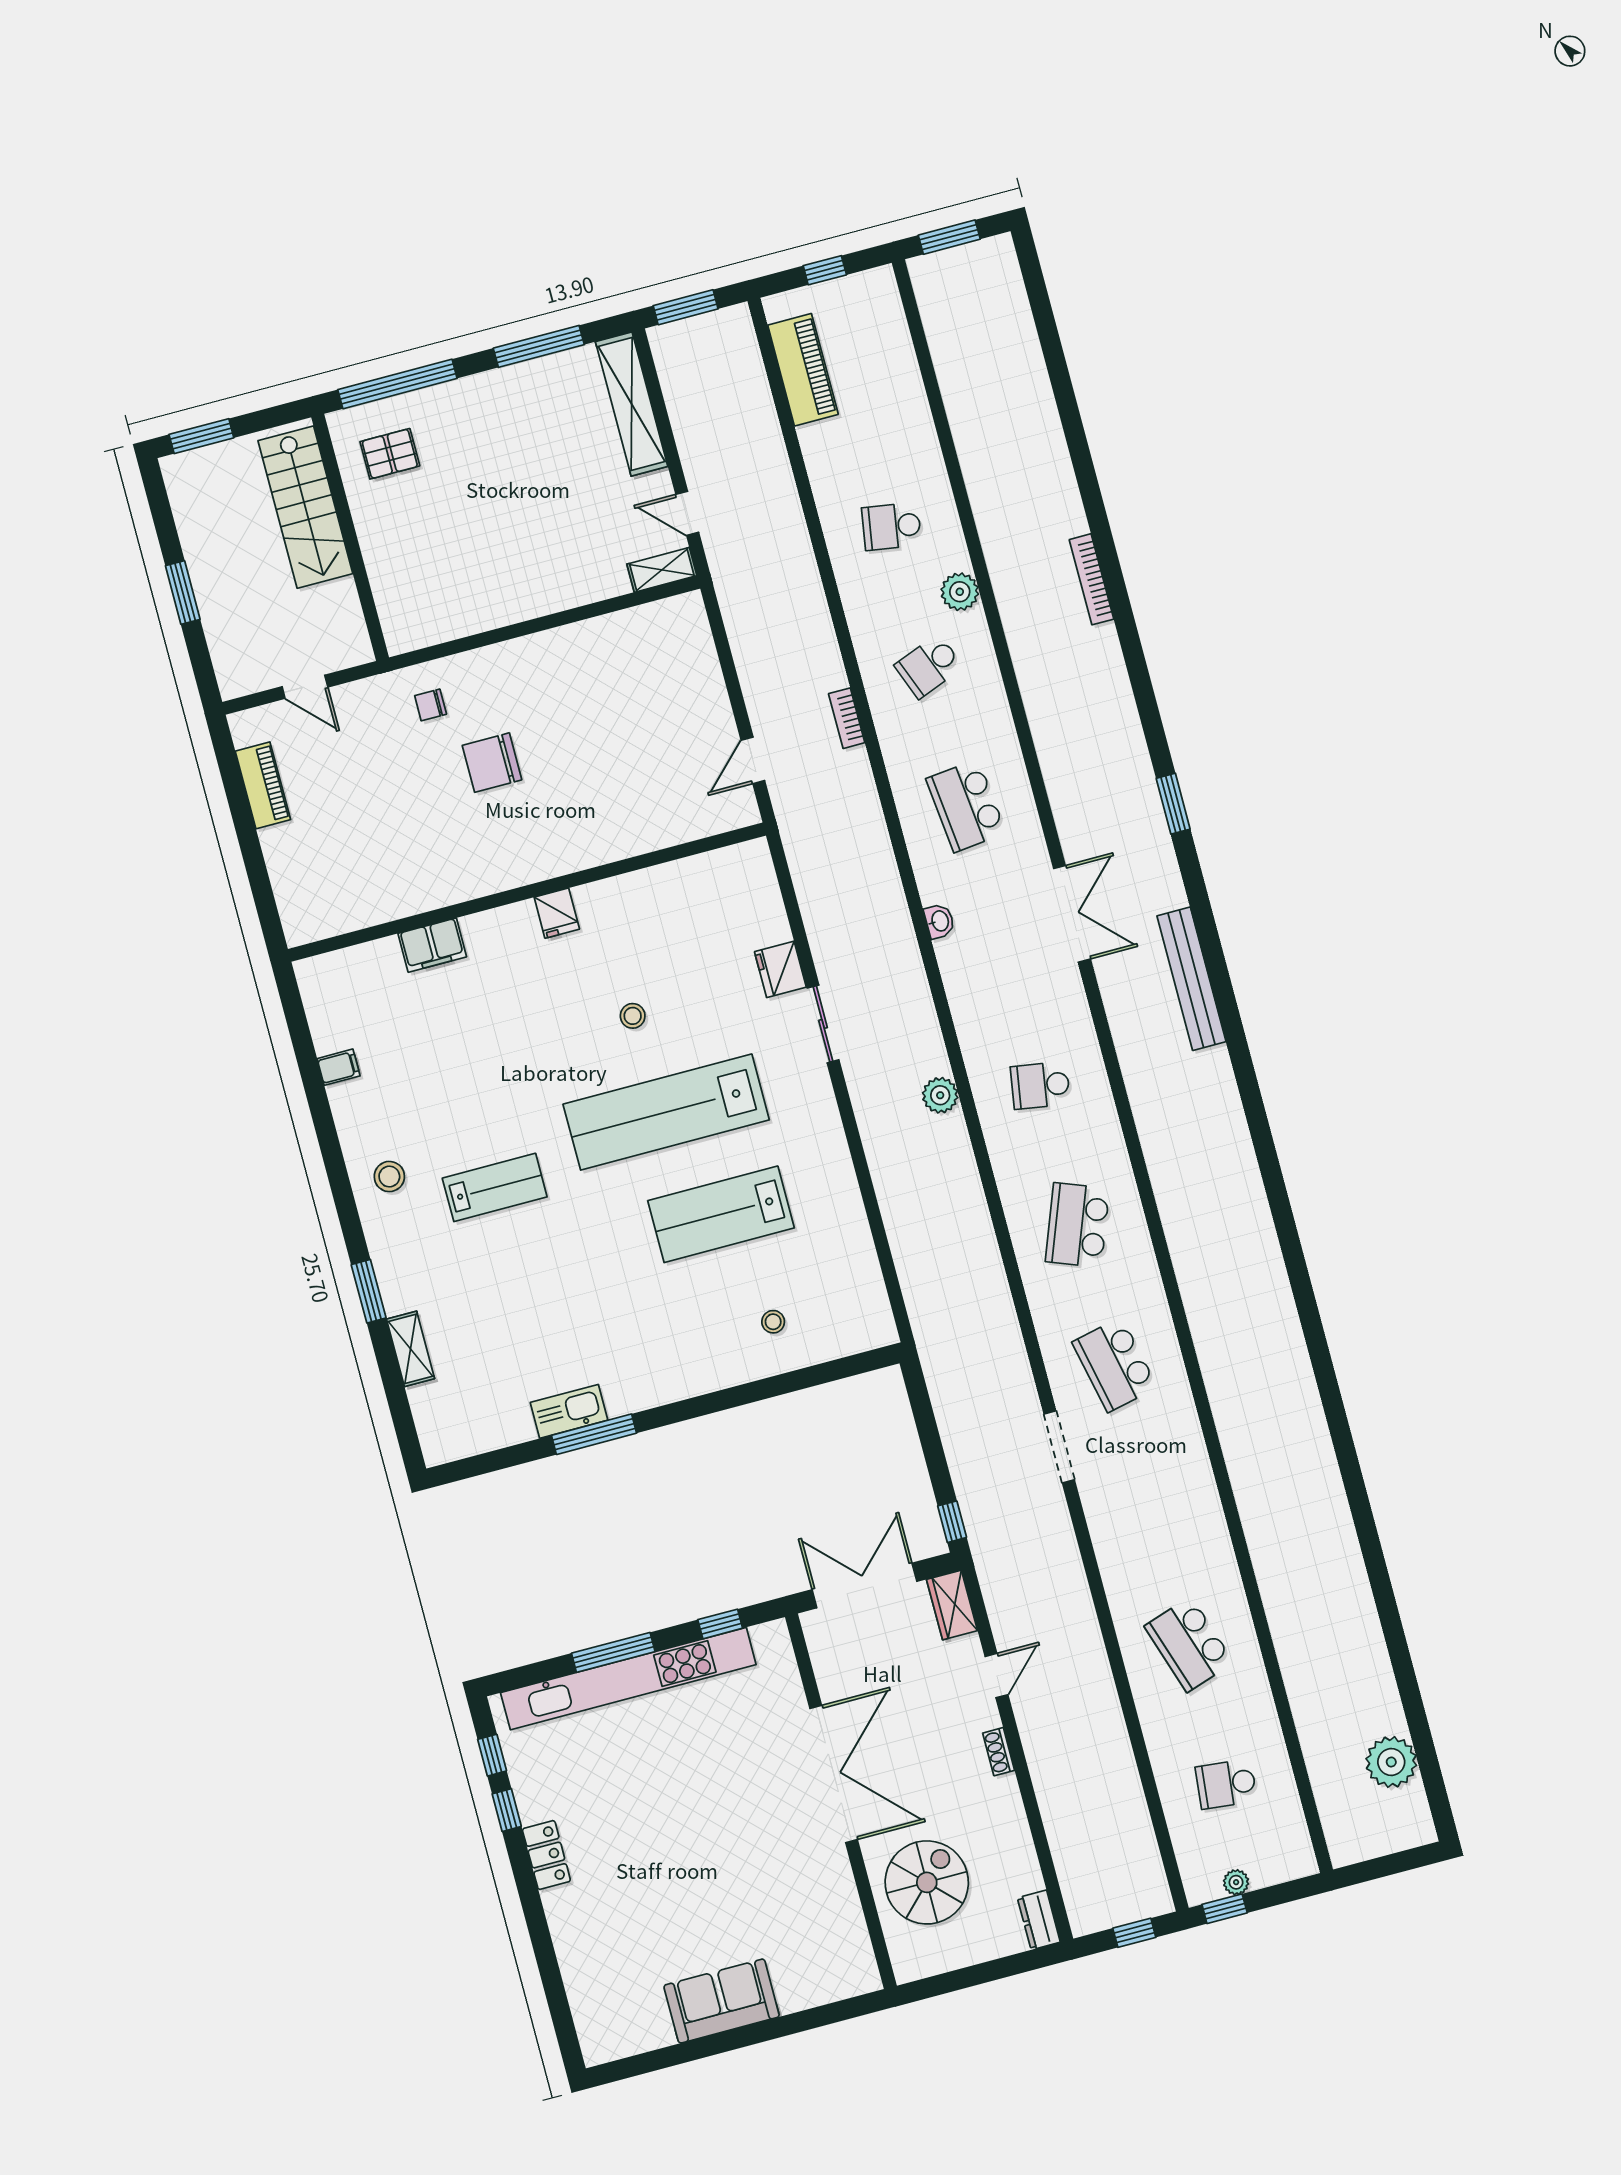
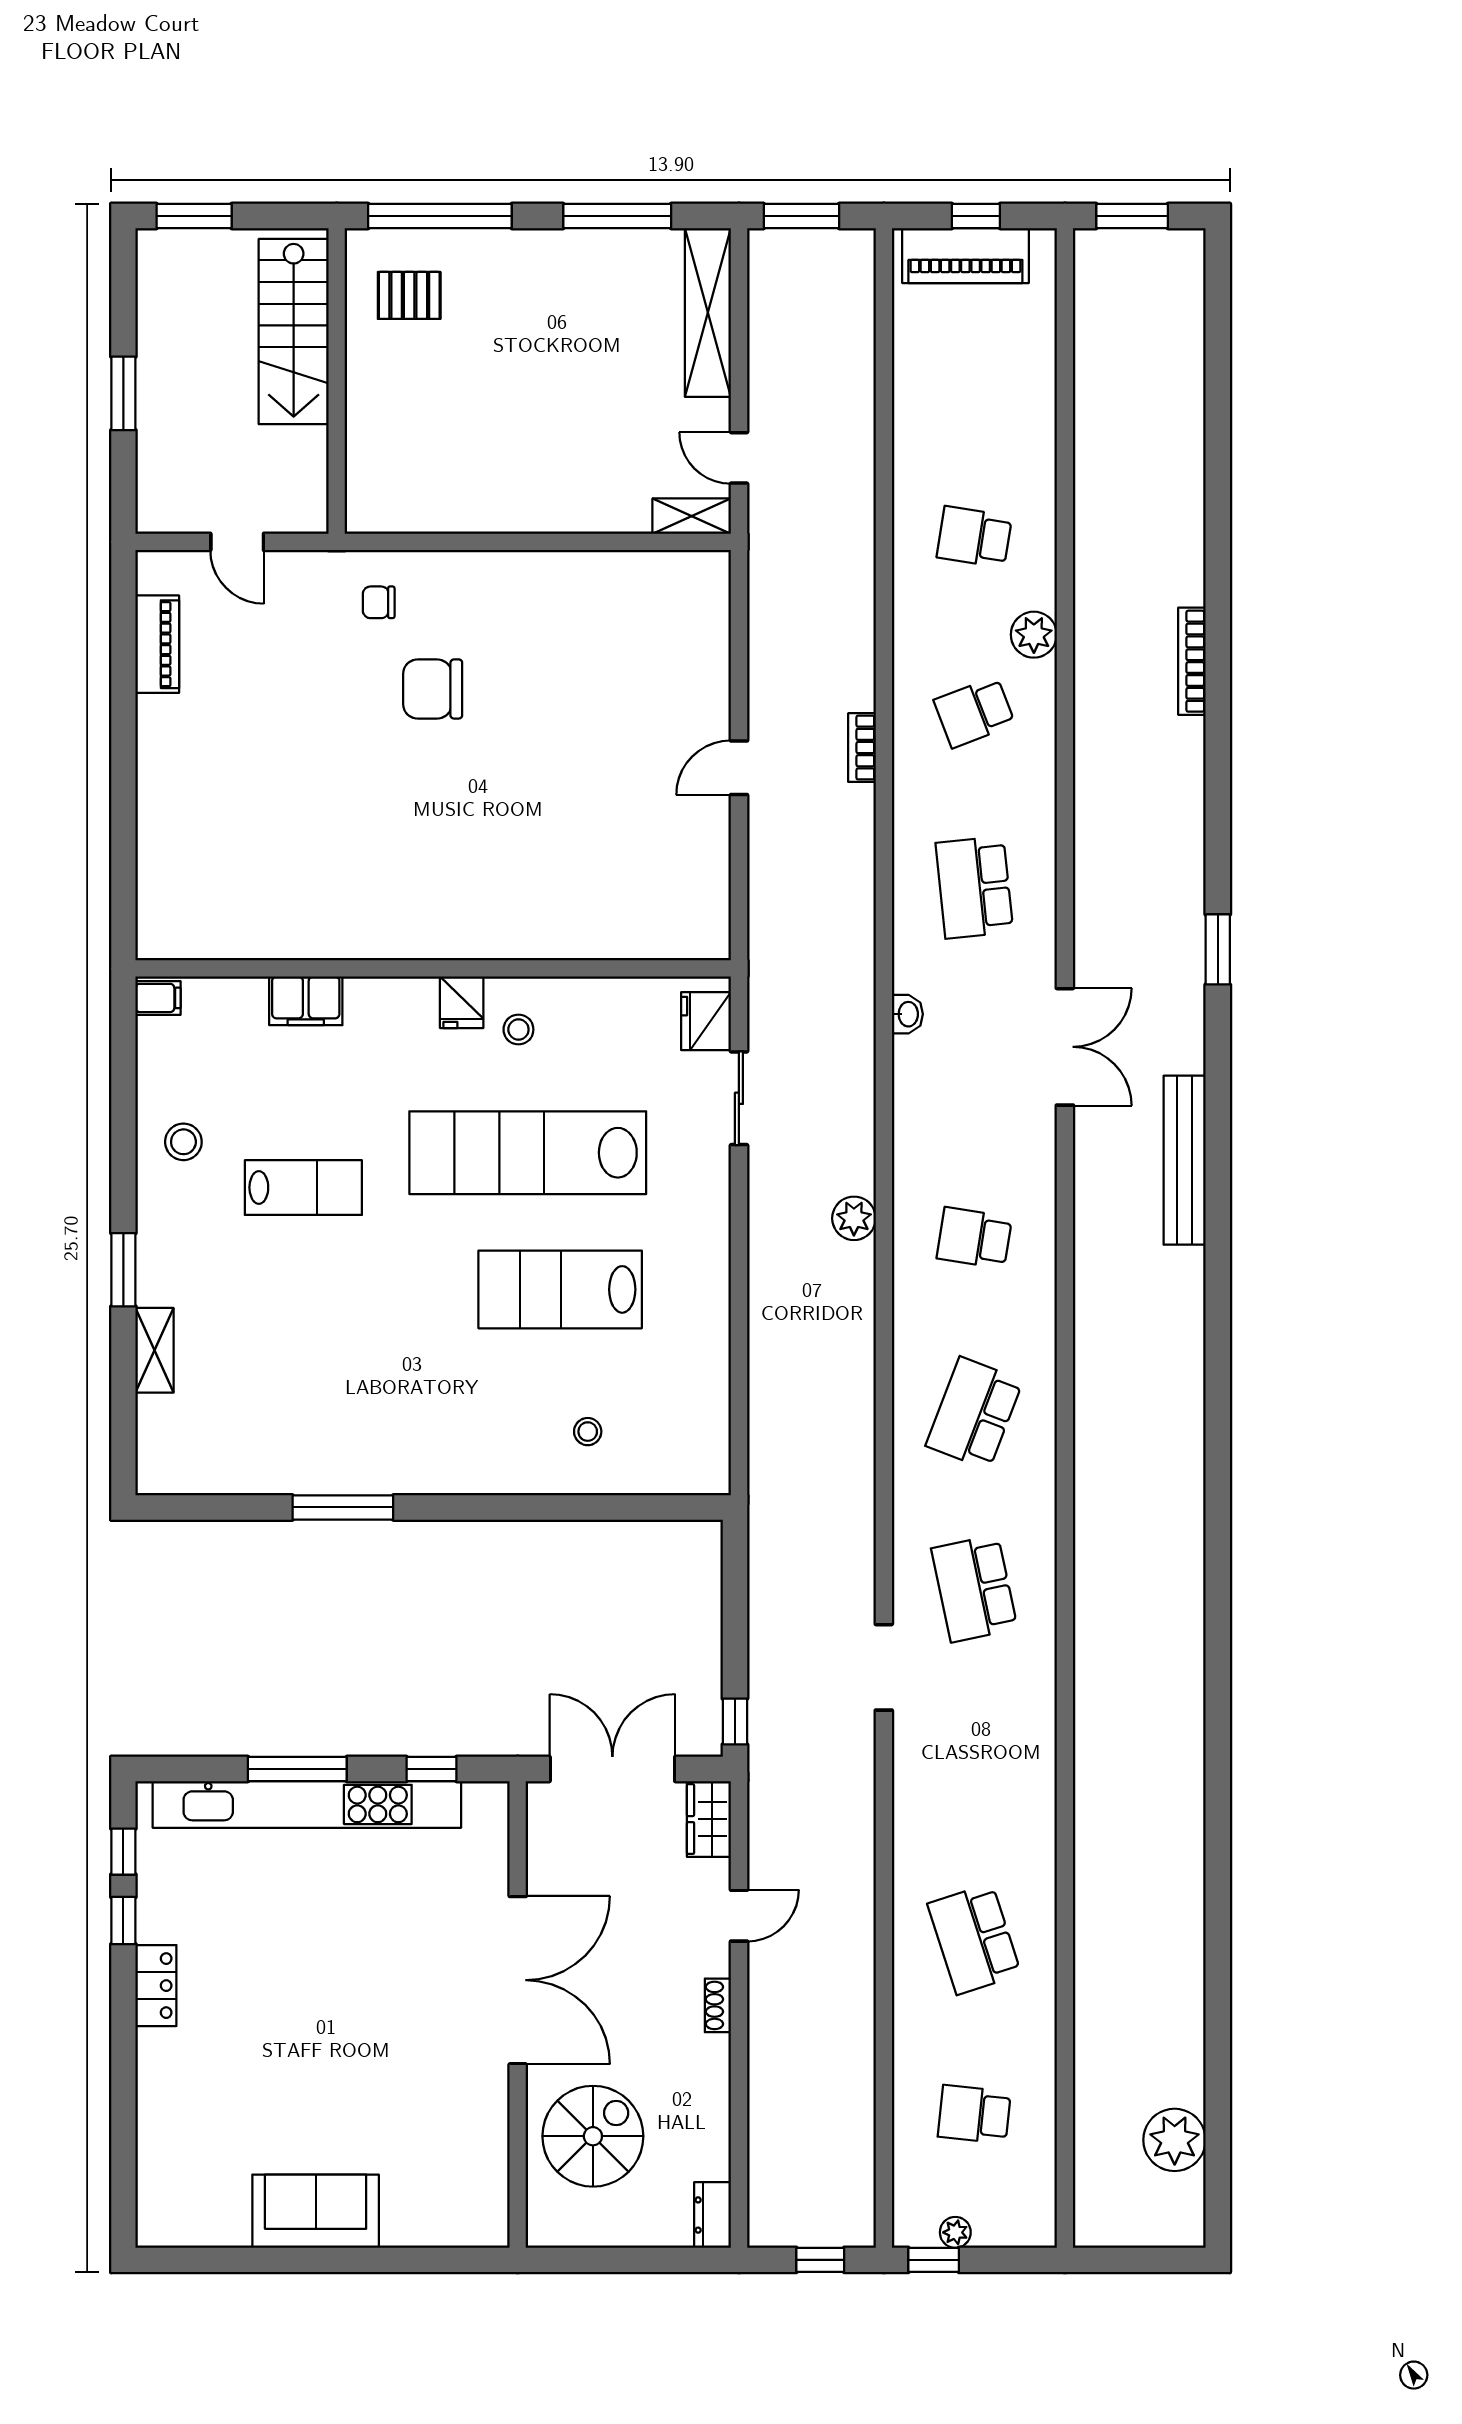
piano: (803, 370) -> (965, 256), moved, turned 90
wall: (527, 892) -> (433, 968), moved
fridge: (557, 913) -> (462, 1002), moved
filing cabinet: (432, 945) -> (306, 1001), moved
kitchen sink: (569, 1411) -> (321, 1473), removed

